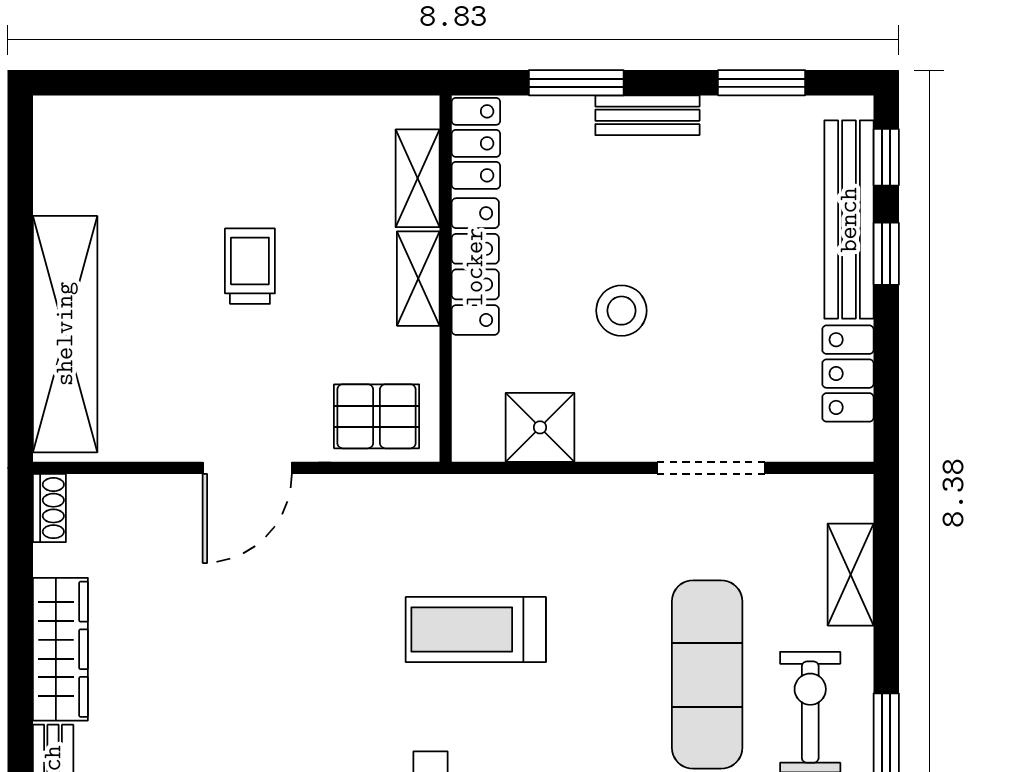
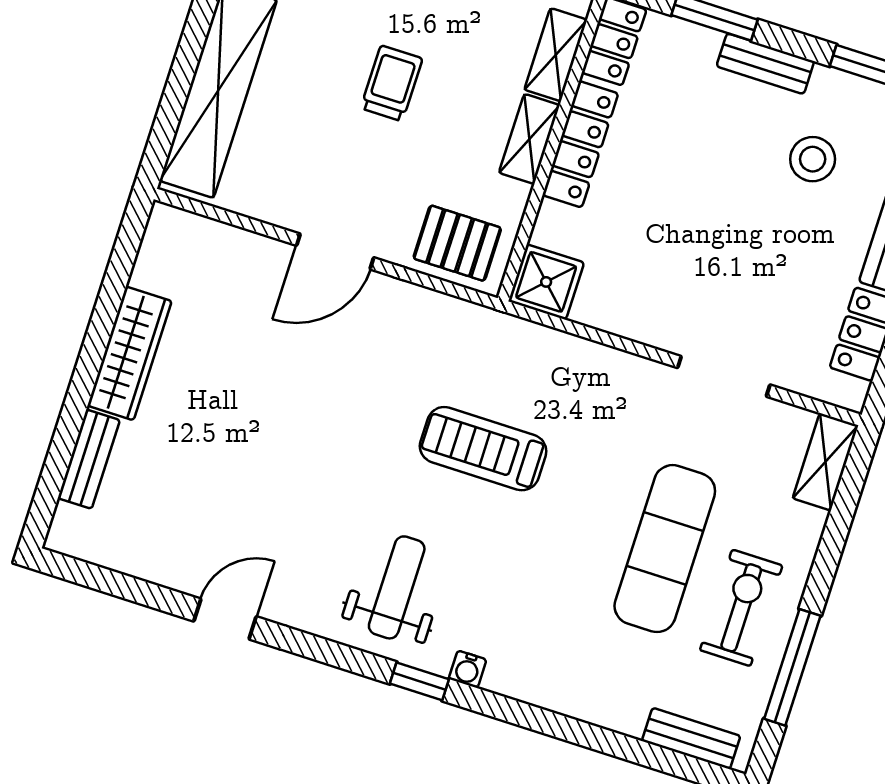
stool: (621, 311) -> (813, 159), moved
shower: (540, 427) -> (546, 282), moved
shoe rack: (49, 508) -> (158, 232), removed
shelving: (851, 575) -> (825, 462), moved

